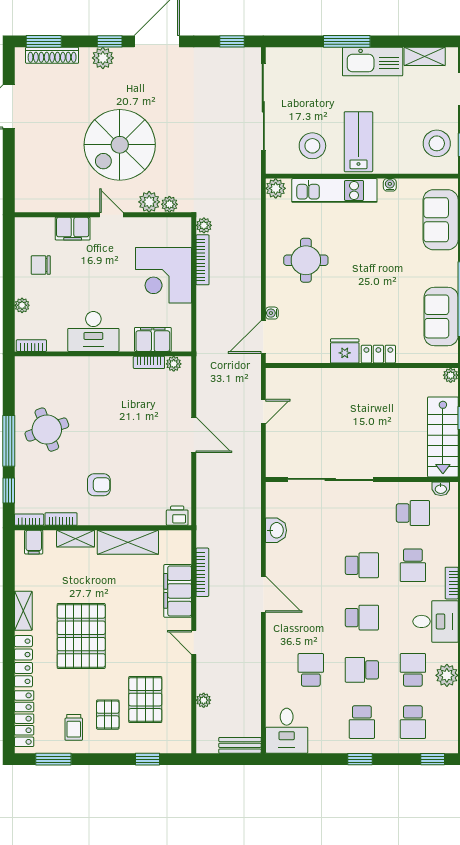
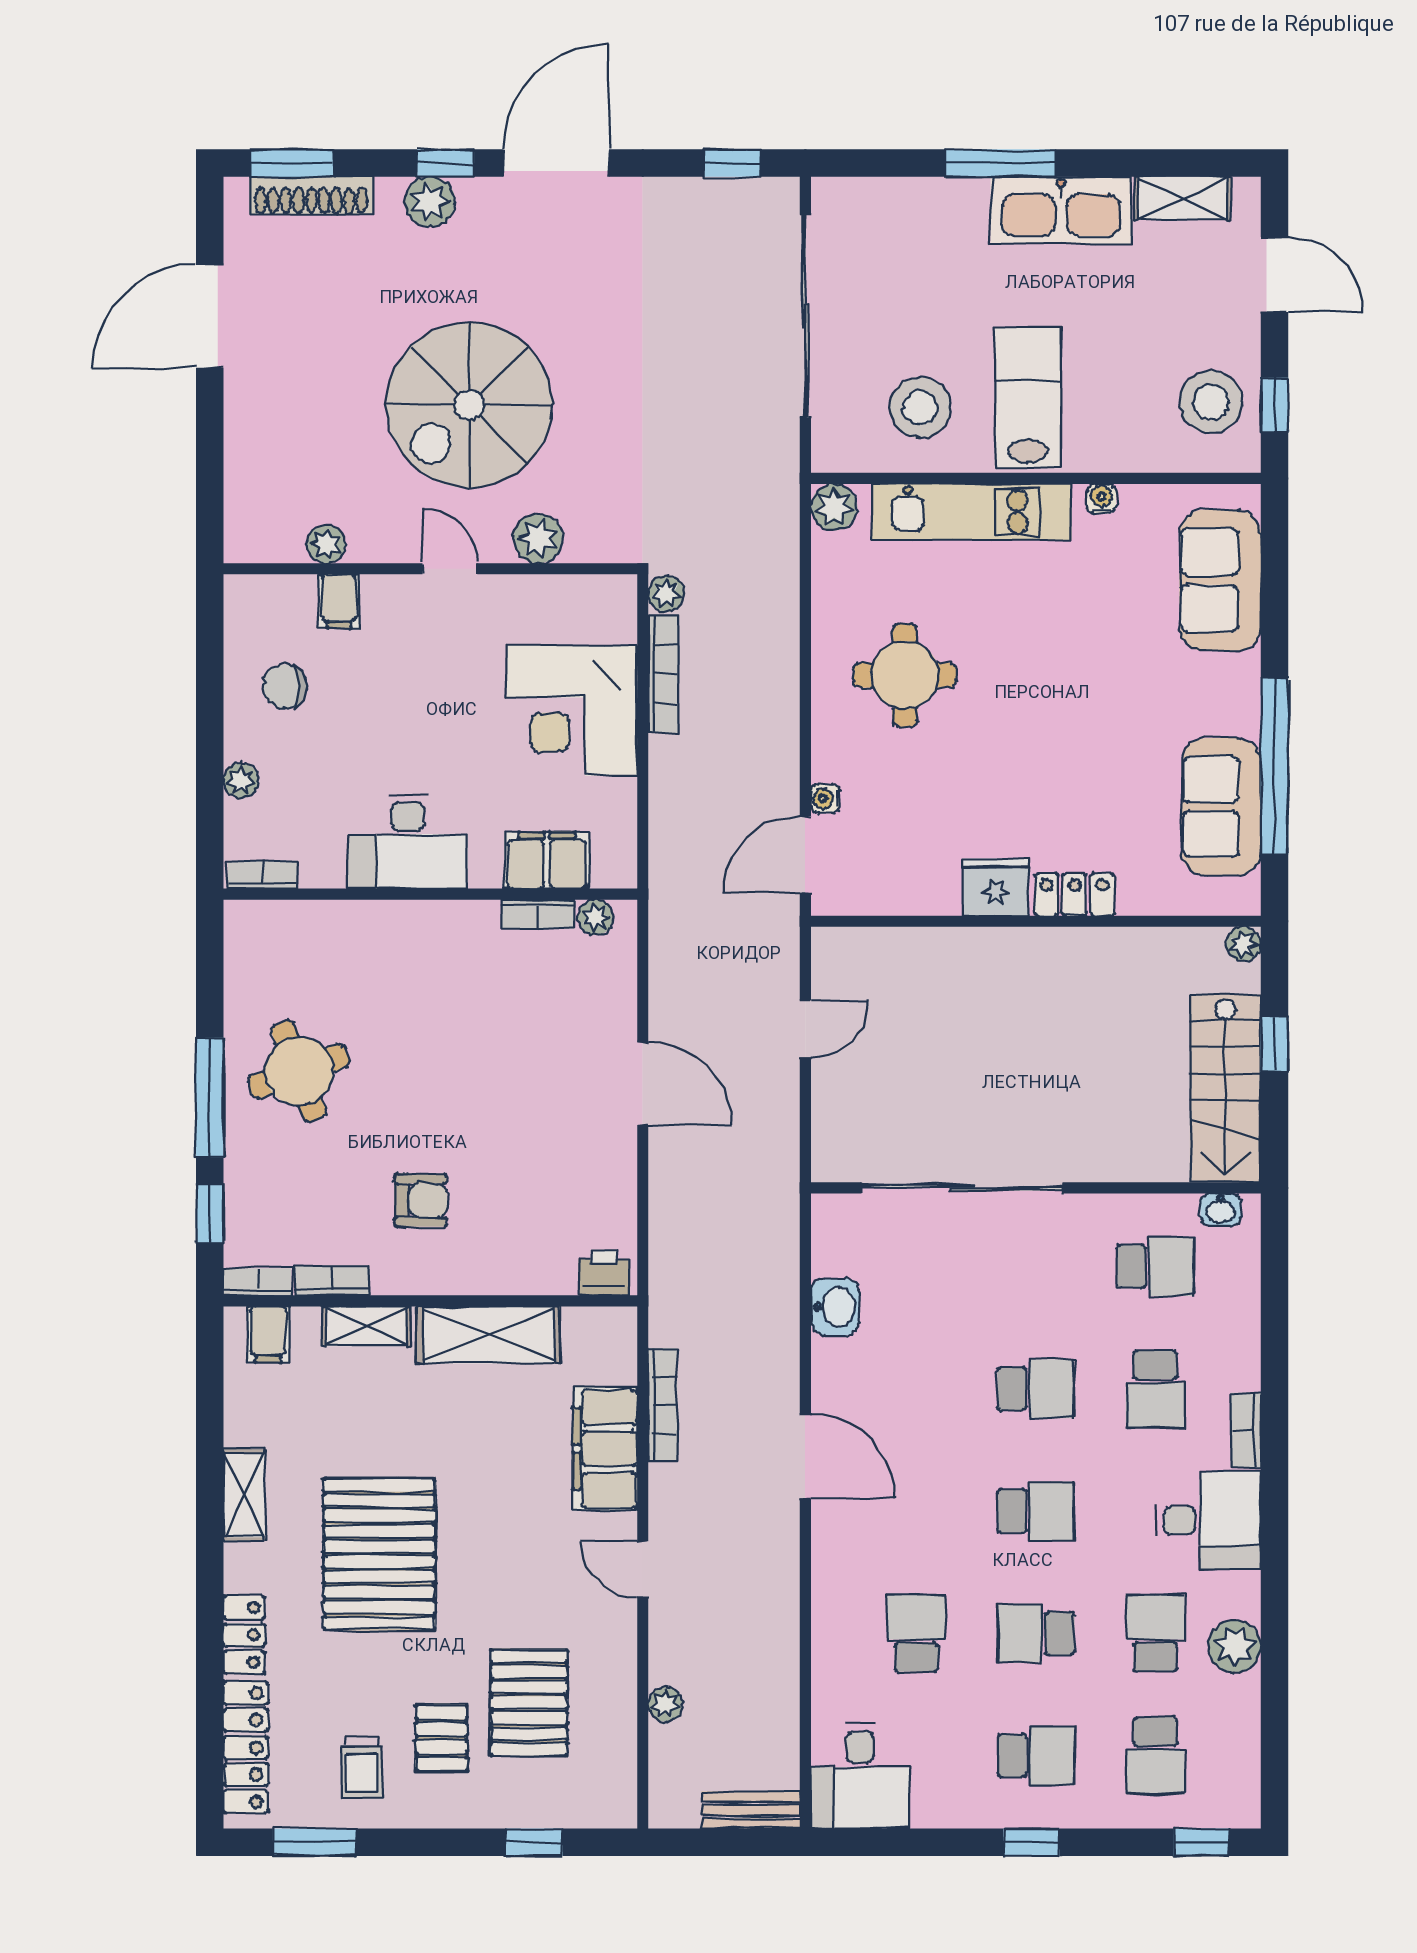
plant: (169, 204) -> (326, 544), moved
filing cabinet: (73, 229) -> (339, 601), width x0.50
locker: (23, 661) -> (244, 1635), width x0.66
school desk: (362, 722) -> (1036, 1756), turned -90

